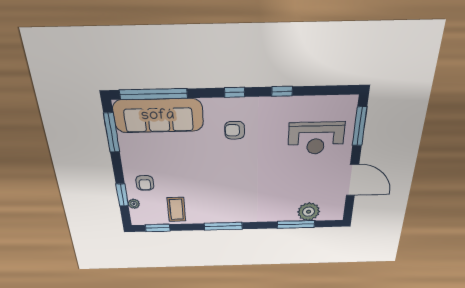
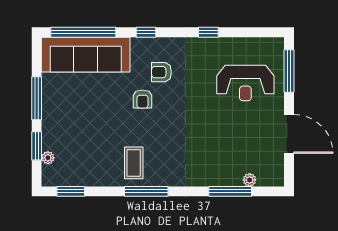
window: (235, 92) -> (146, 32), moved
window: (112, 133) -> (37, 98), moved
armchair: (145, 183) -> (143, 99), moved
coffee table: (176, 209) -> (134, 163), moved
plant: (309, 212) -> (250, 180), width x0.53, depth x0.53

